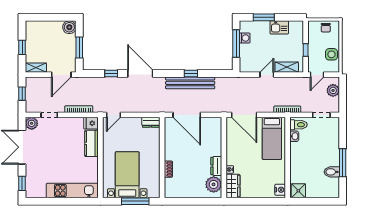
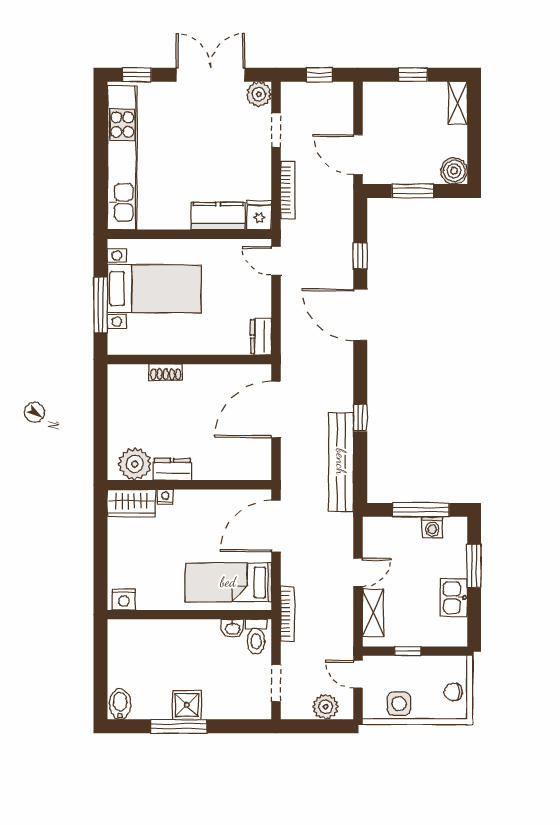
shelving: (36, 68) -> (458, 103), moved
door: (140, 73) -> (360, 315), swing flipped
door: (267, 75) -> (358, 573), hinge flipped
bench: (190, 83) -> (341, 462), moved
bidet: (332, 172) -> (120, 704), moved
kitchen unit: (72, 191) -> (122, 158), width x1.36
shower: (298, 191) -> (187, 705), moved

